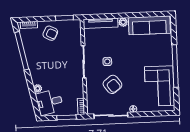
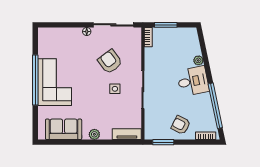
tv unit: (101, 23) -> (127, 134), width x0.71
sofa: (149, 25) -> (64, 129), width x0.73
corner sofa: (160, 86) -> (55, 82), moved
desk: (49, 102) -> (193, 81), moved

